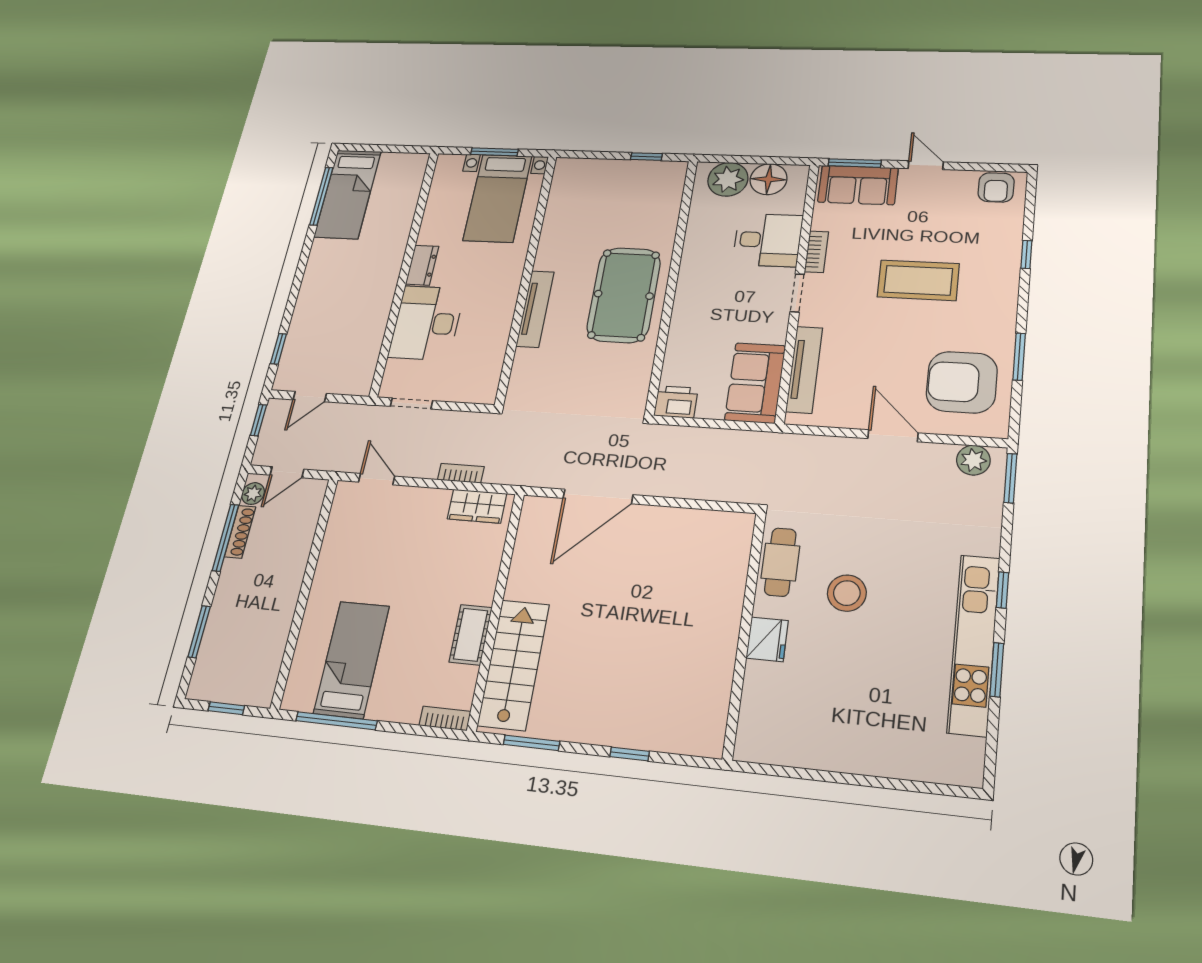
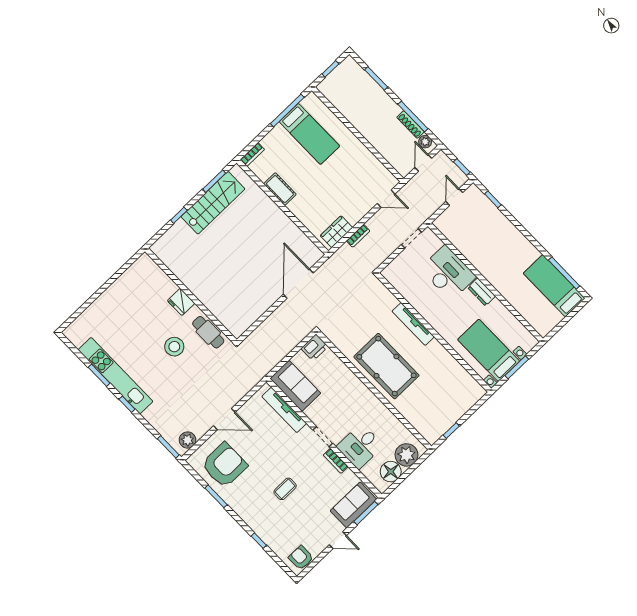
coffee table: (918, 280) -> (285, 489), width x0.54, depth x0.58
stairs: (514, 665) -> (213, 203), moved, turned -90

